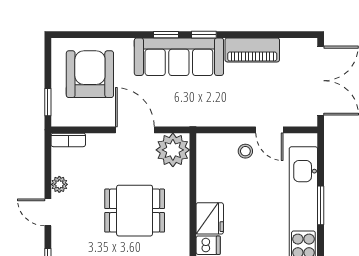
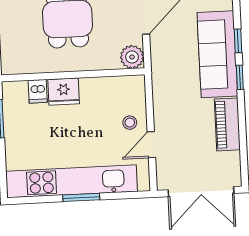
plant: (173, 150) -> (132, 57), width x0.73, depth x0.73

